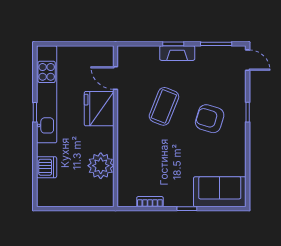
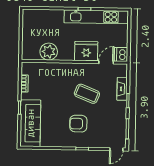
fireplace: (177, 53) -> (122, 89), moved
armchair: (210, 119) -> (78, 124), turned -107
dishwasher: (47, 167) -> (121, 54), moved, turned 90
sofa: (220, 192) -> (30, 123), width x1.36

